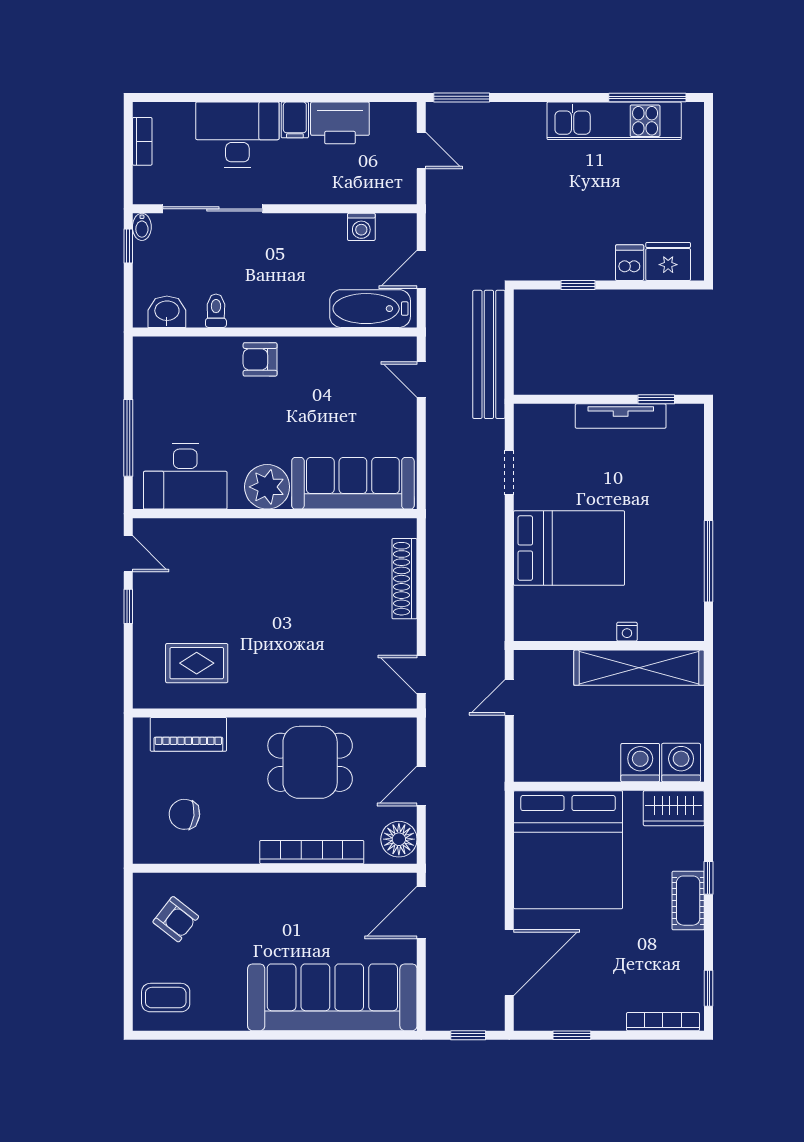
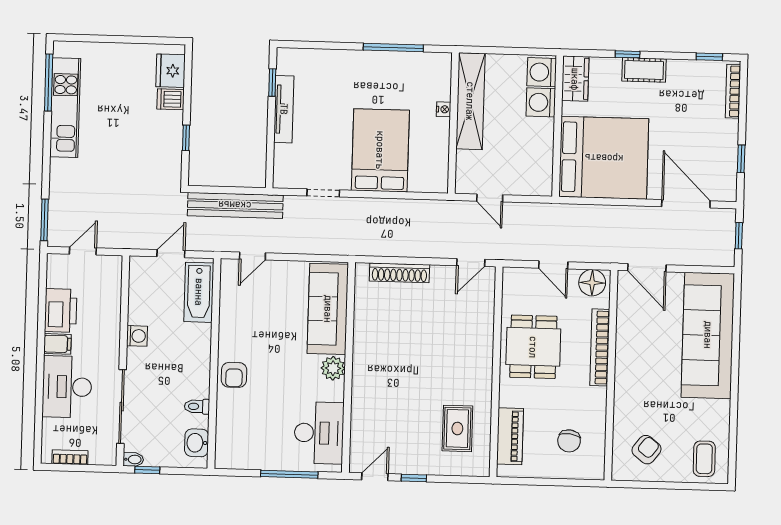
washing machine: (361, 227) -> (137, 336), moved
door: (421, 269) -> (171, 254), swing flipped
plant: (267, 487) -> (333, 368), width x0.73, depth x0.73

